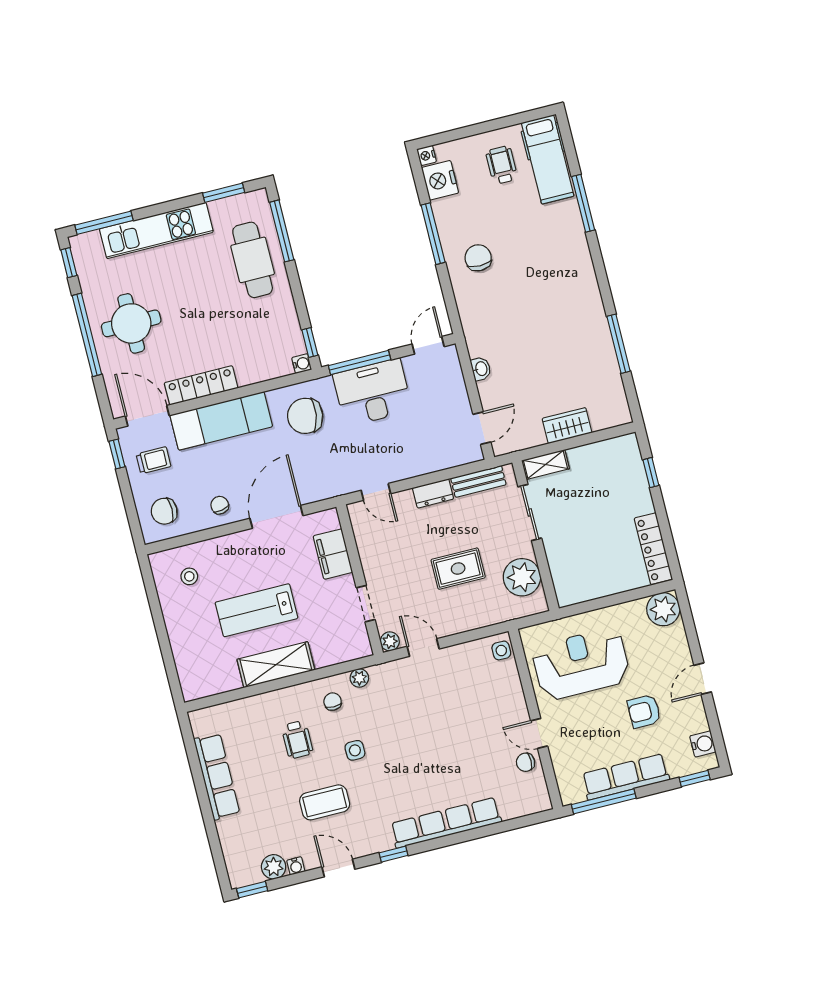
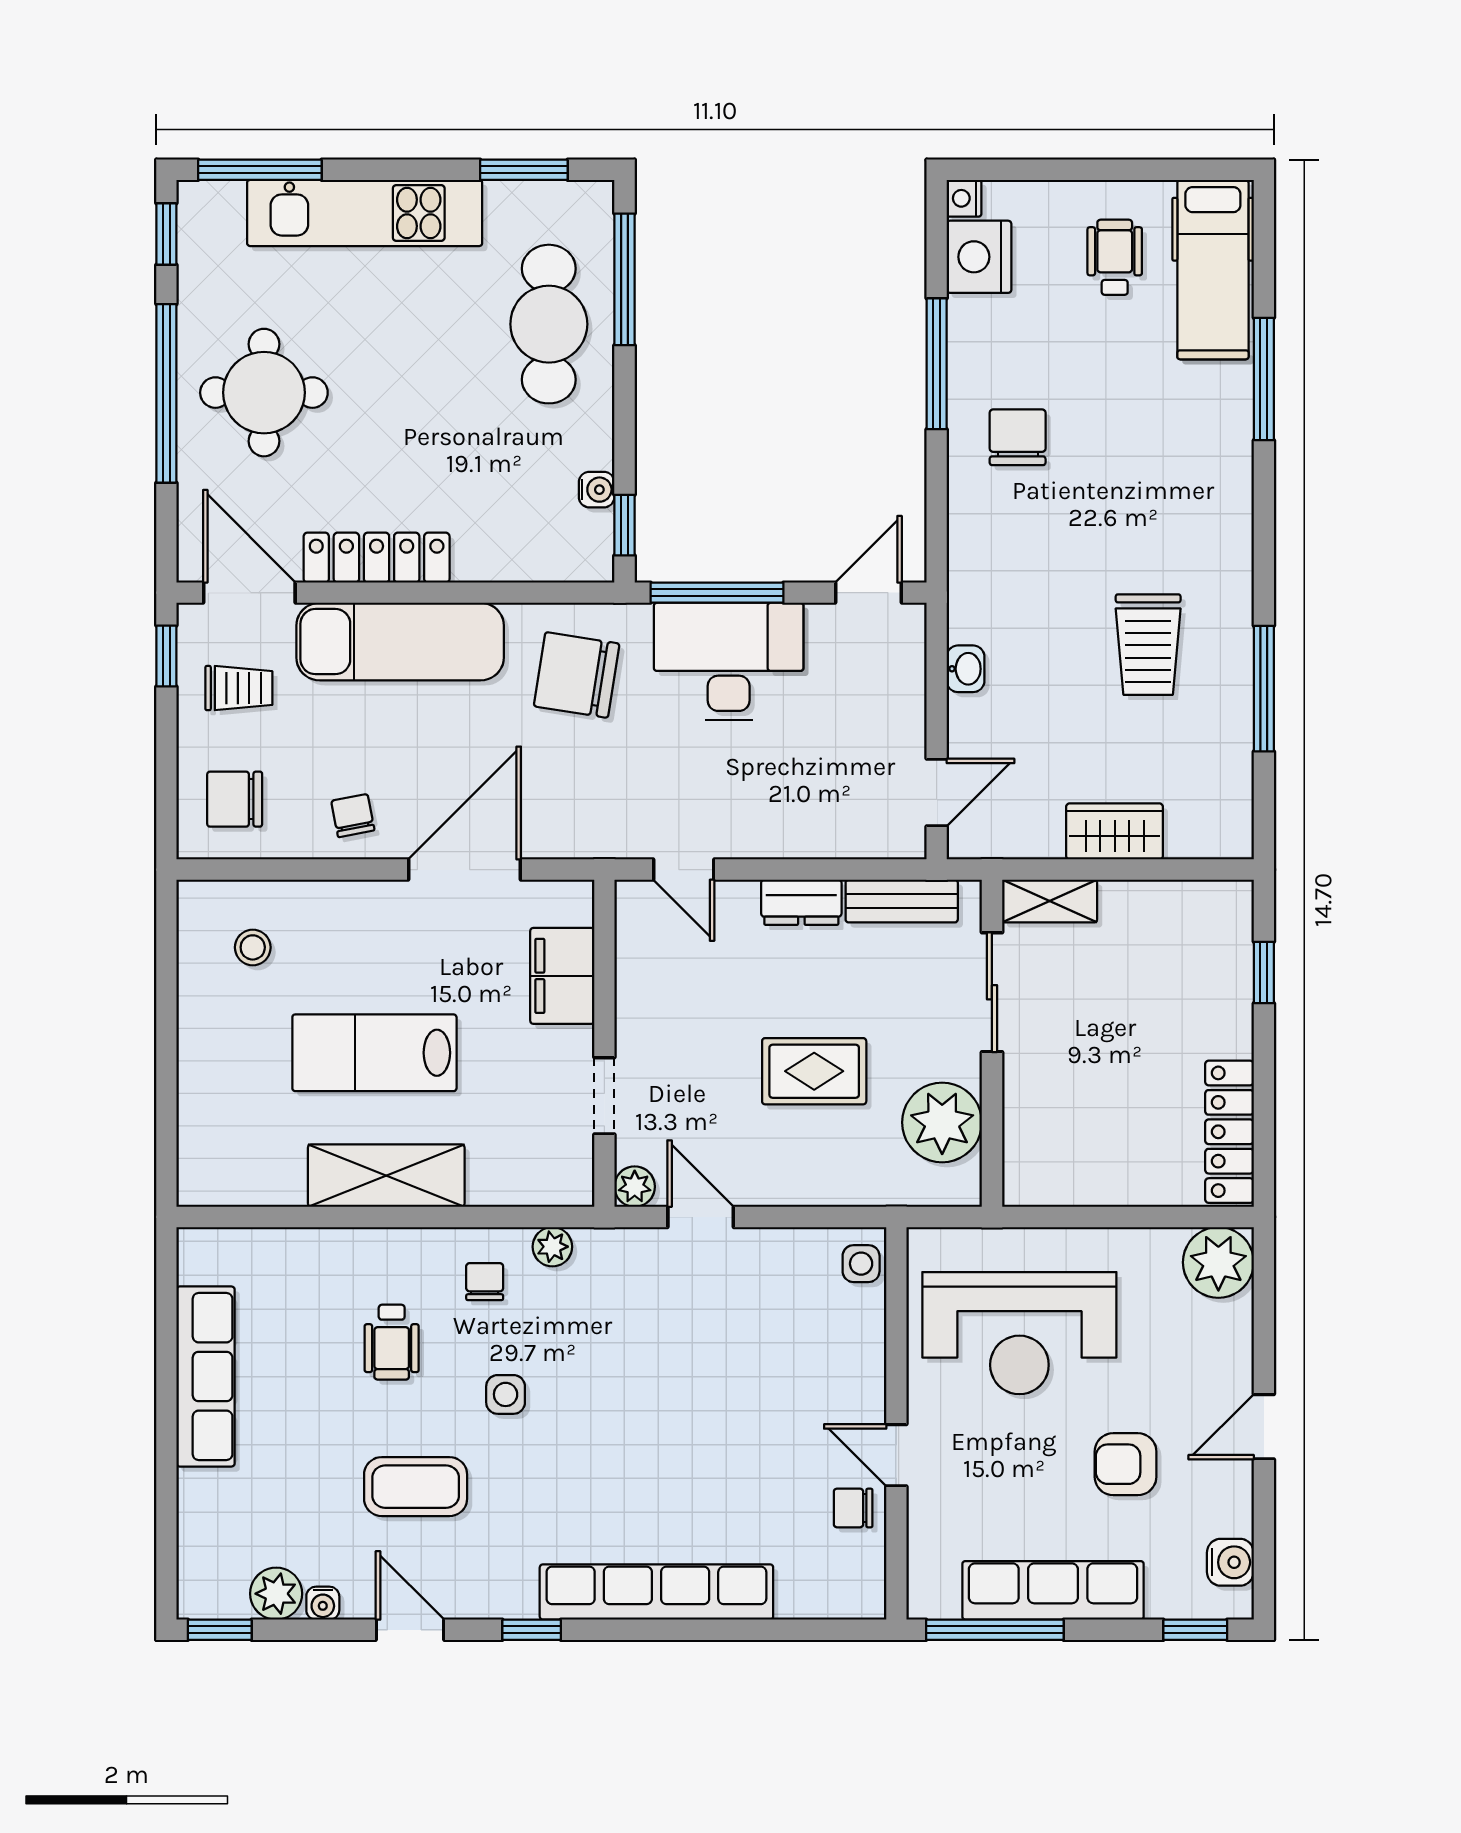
trolley: (561, 337) -> (1148, 645), added
water cooler: (302, 364) -> (597, 490), moved
reception desk: (581, 664) -> (1019, 1333), turned 180

